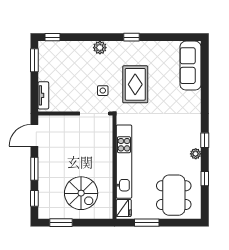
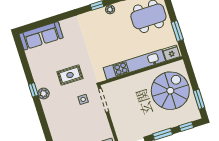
plant: (100, 48) -> (44, 93), moved
rug: (135, 84) -> (70, 75), width x0.73, depth x0.70
spiral stairs: (81, 193) -> (170, 91), width x1.37, depth x1.37

